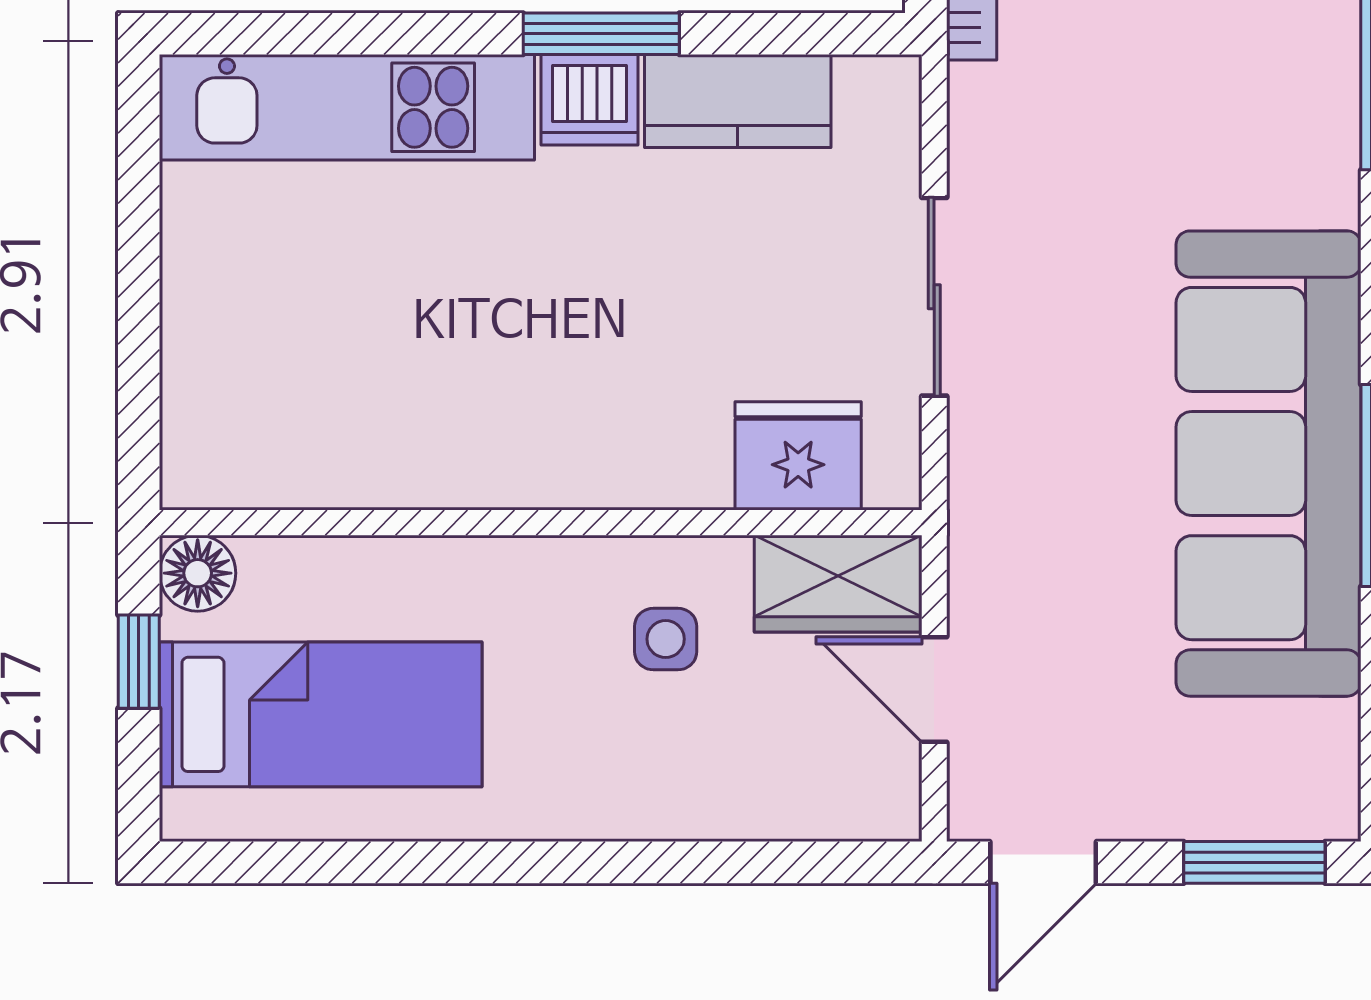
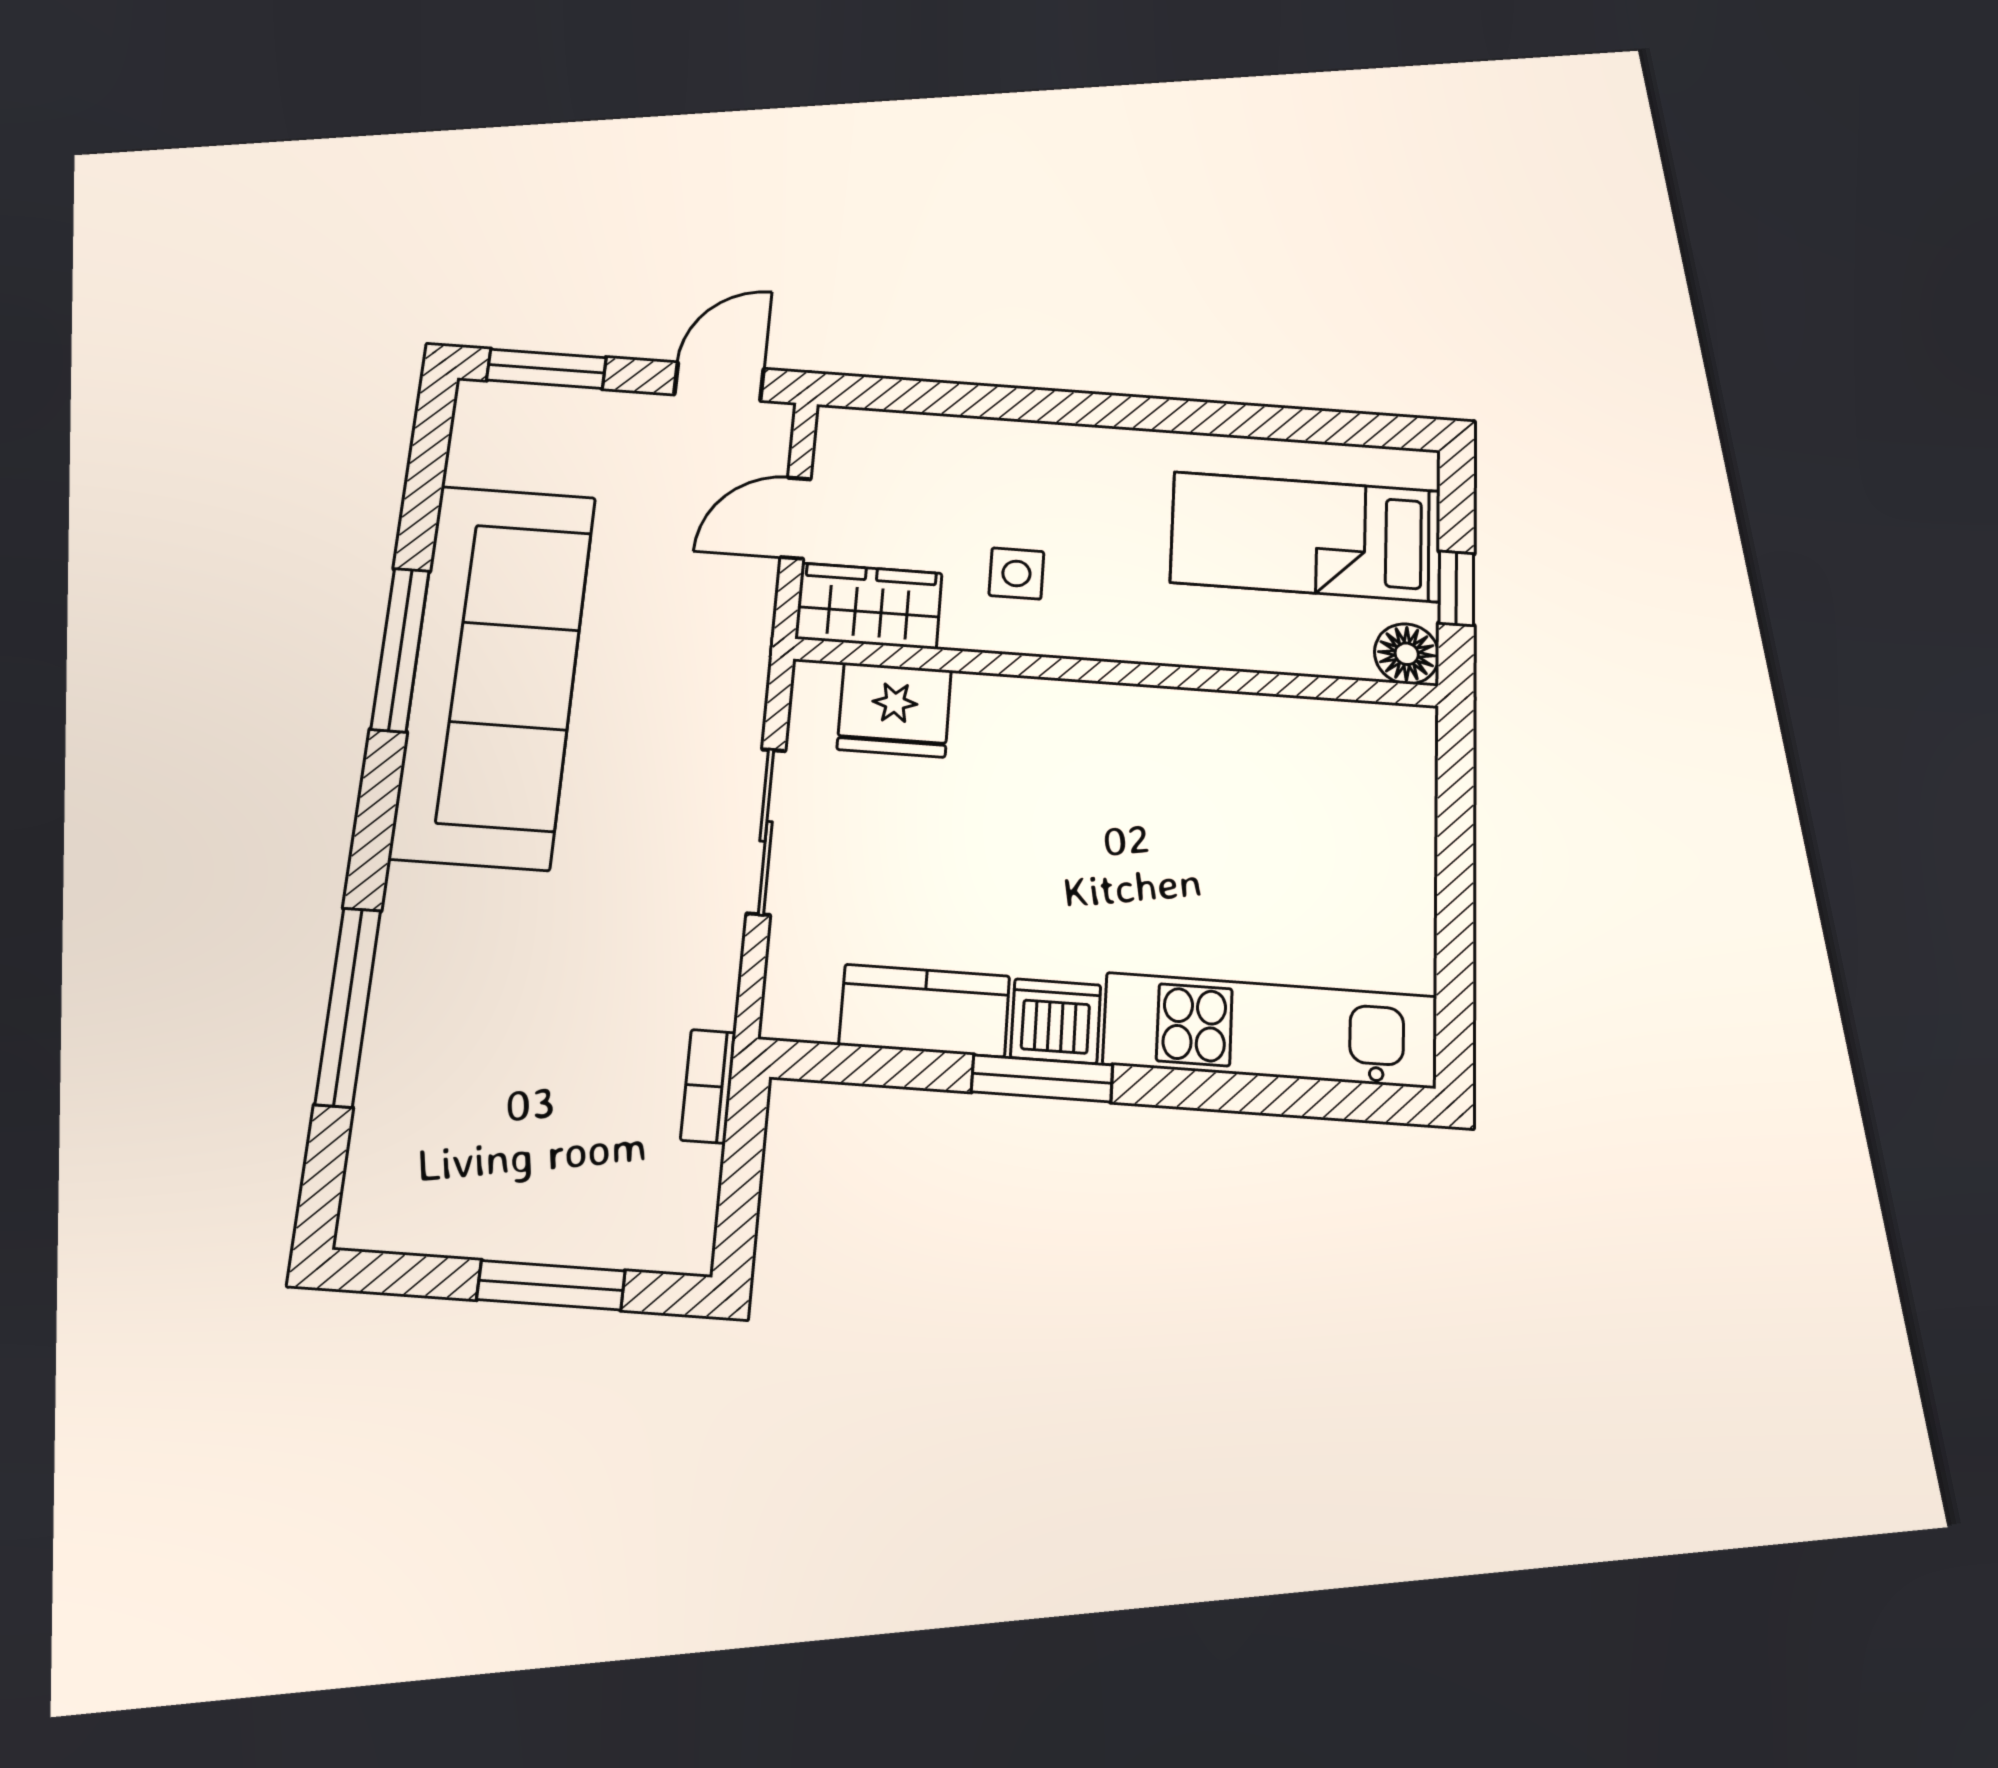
door: (934, 690) -> (796, 518), swing flipped

